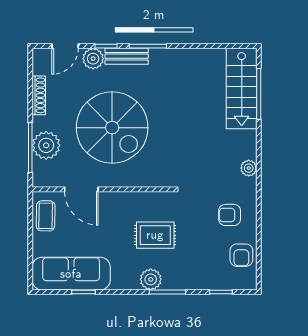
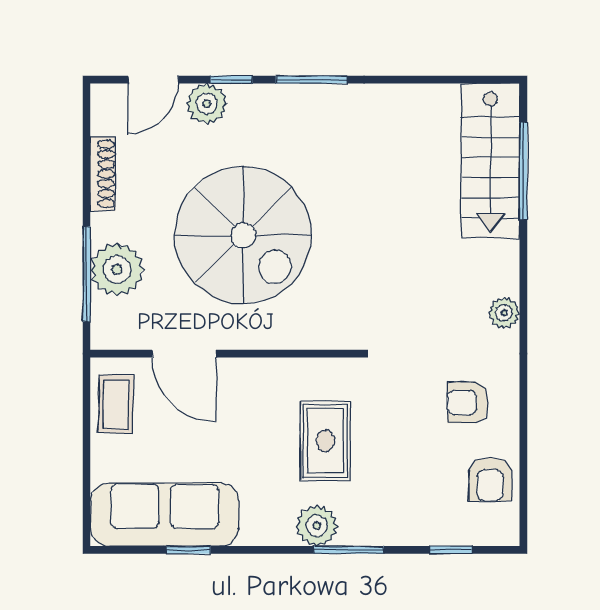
bench: (127, 56) -> (271, 99), removed
rug: (155, 235) -> (325, 441), turned 90

